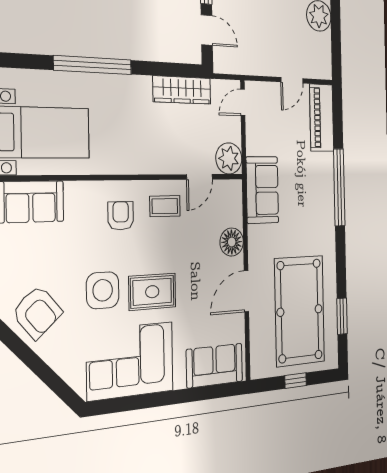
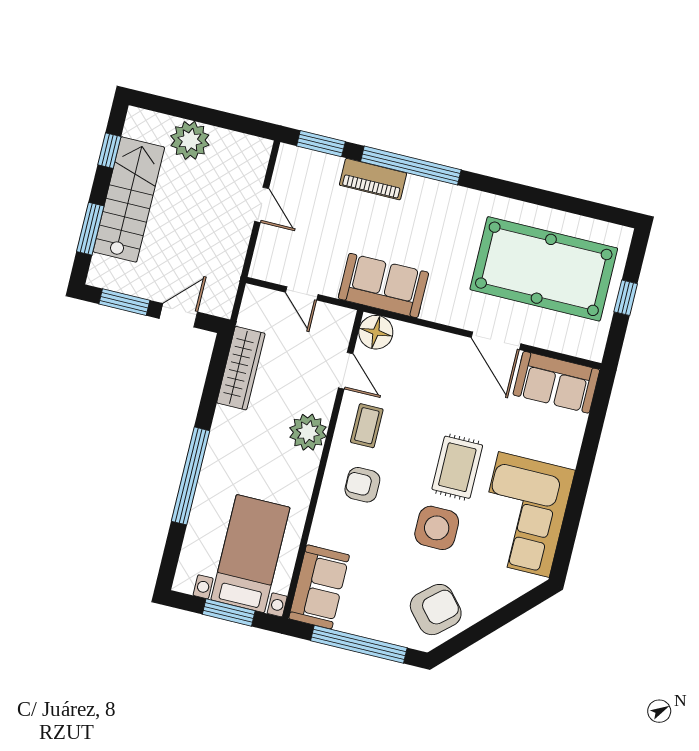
door: (243, 102) -> (302, 293), moved
piano: (322, 118) -> (373, 179), moved, width x0.73, depth x0.75
plant: (229, 158) -> (308, 432), moved
floor lamp: (232, 242) -> (376, 332), moved
window: (342, 316) -> (321, 144), moved
sofa: (215, 366) -> (556, 382), moved, turned -90

